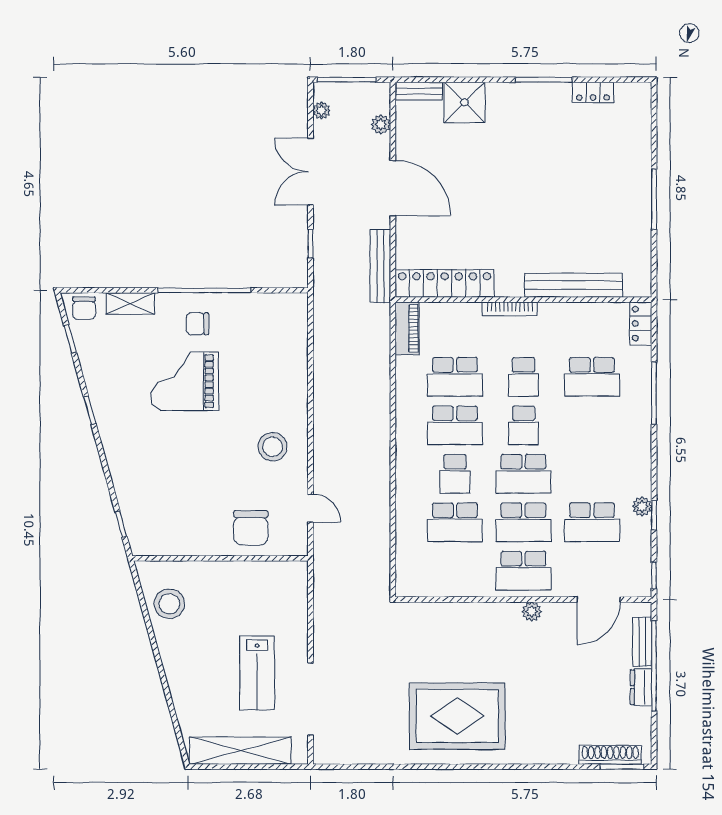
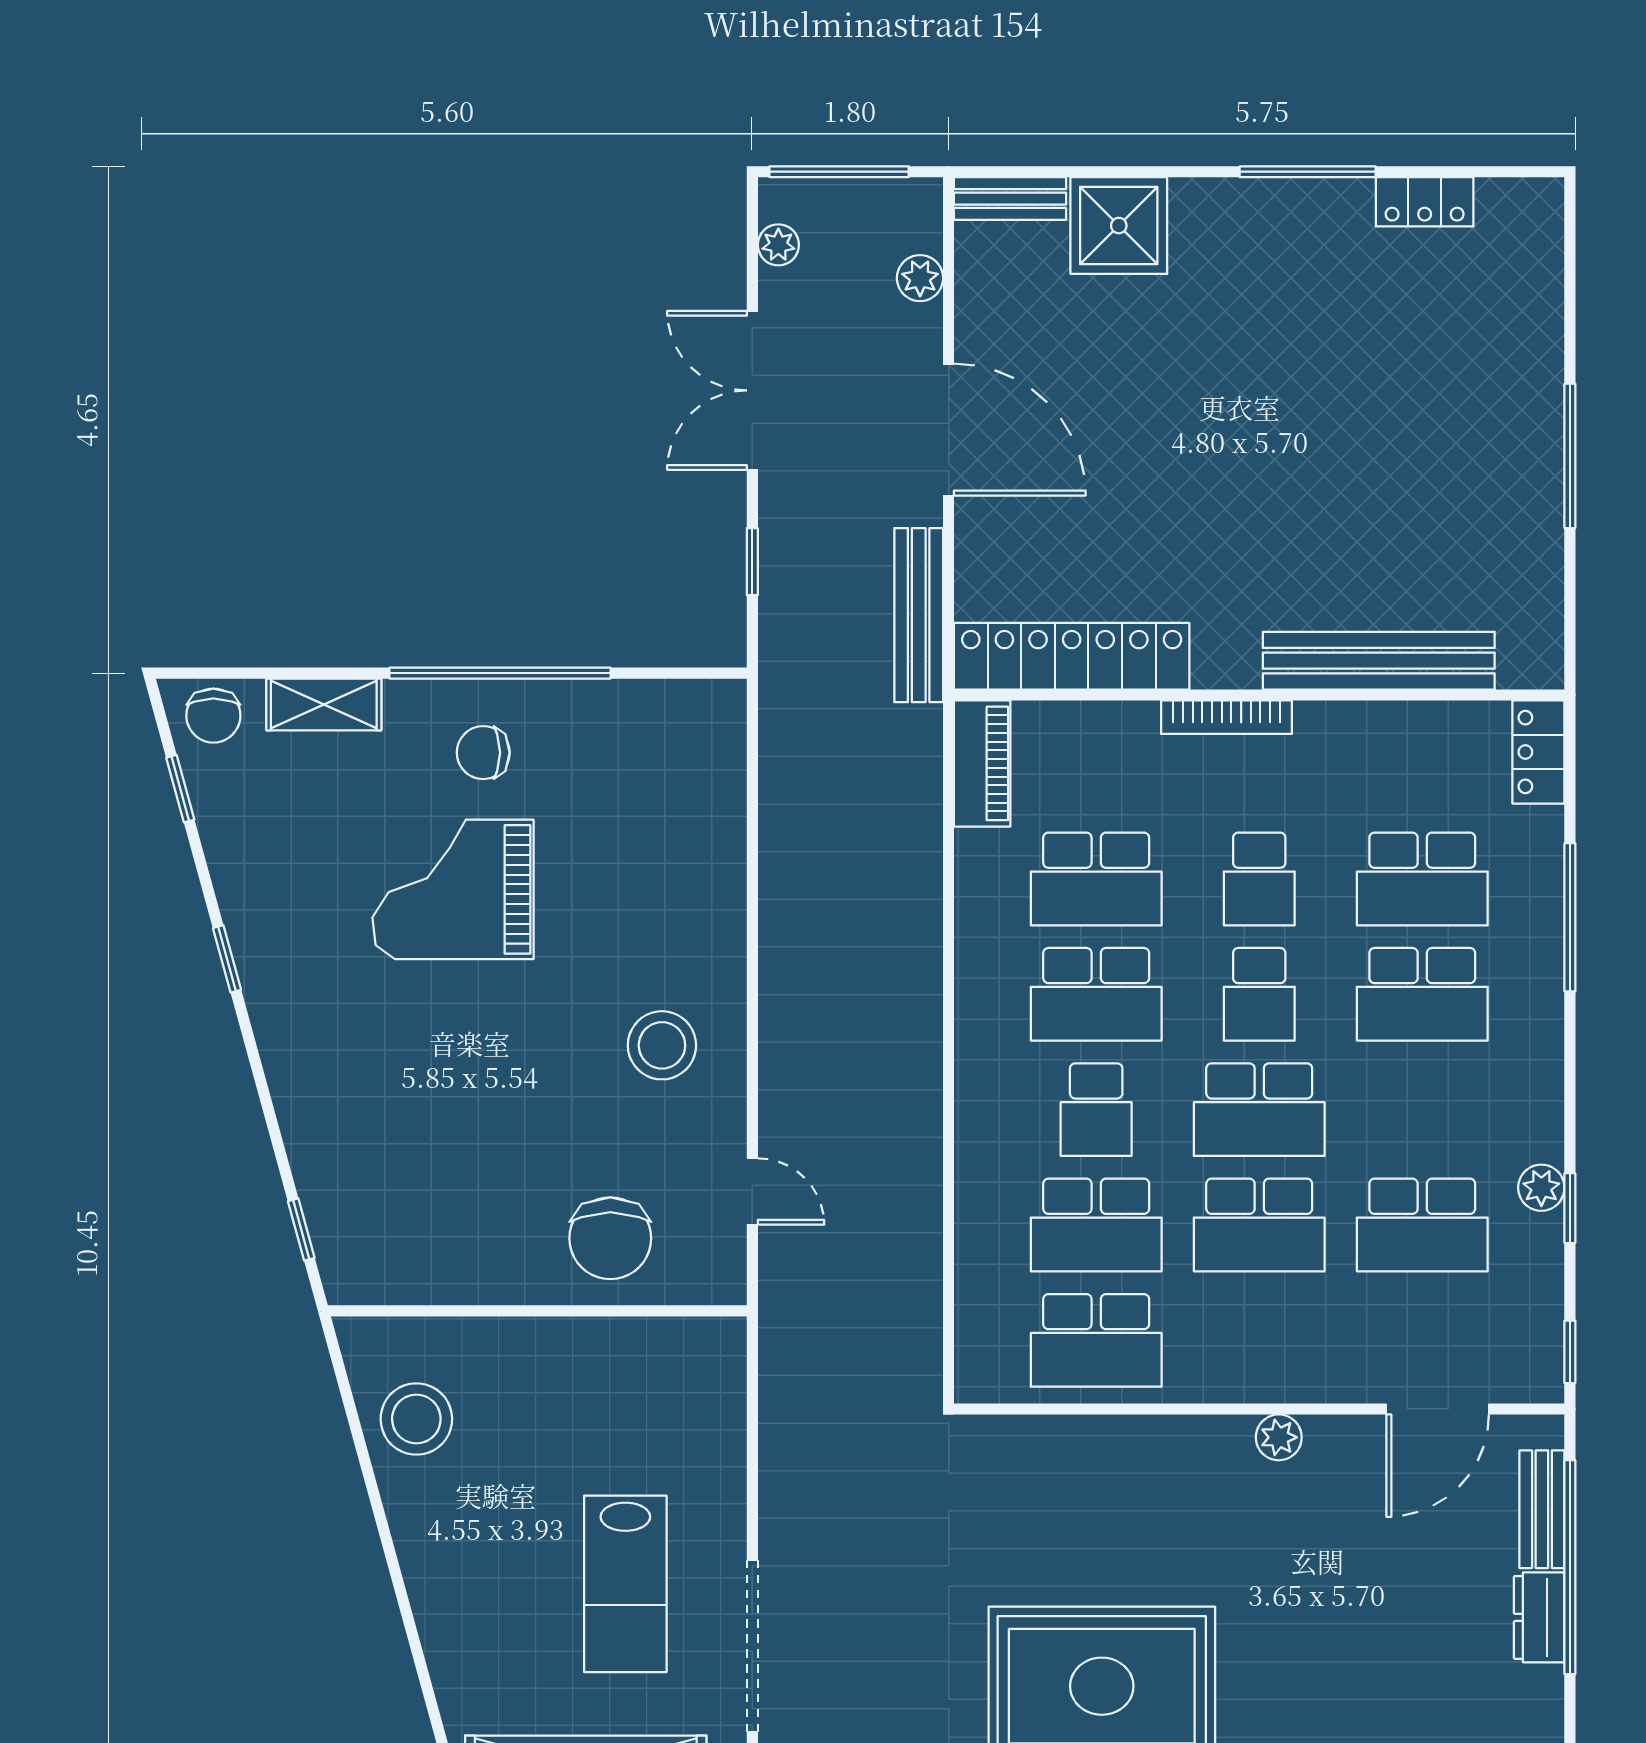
school desk: (592, 425) -> (1422, 994), added
school desk: (523, 571) -> (1096, 1340), moved

